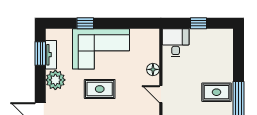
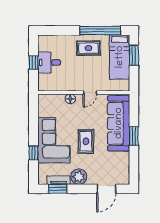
desk: (176, 43) -> (49, 62), moved
rug: (216, 92) -> (88, 48), turned 90

